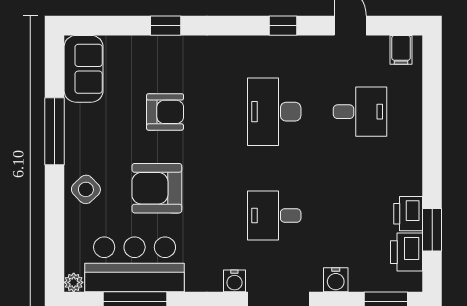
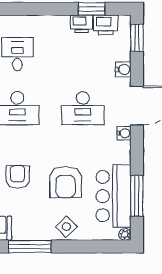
desk: (274, 216) -> (83, 108), width x1.37

